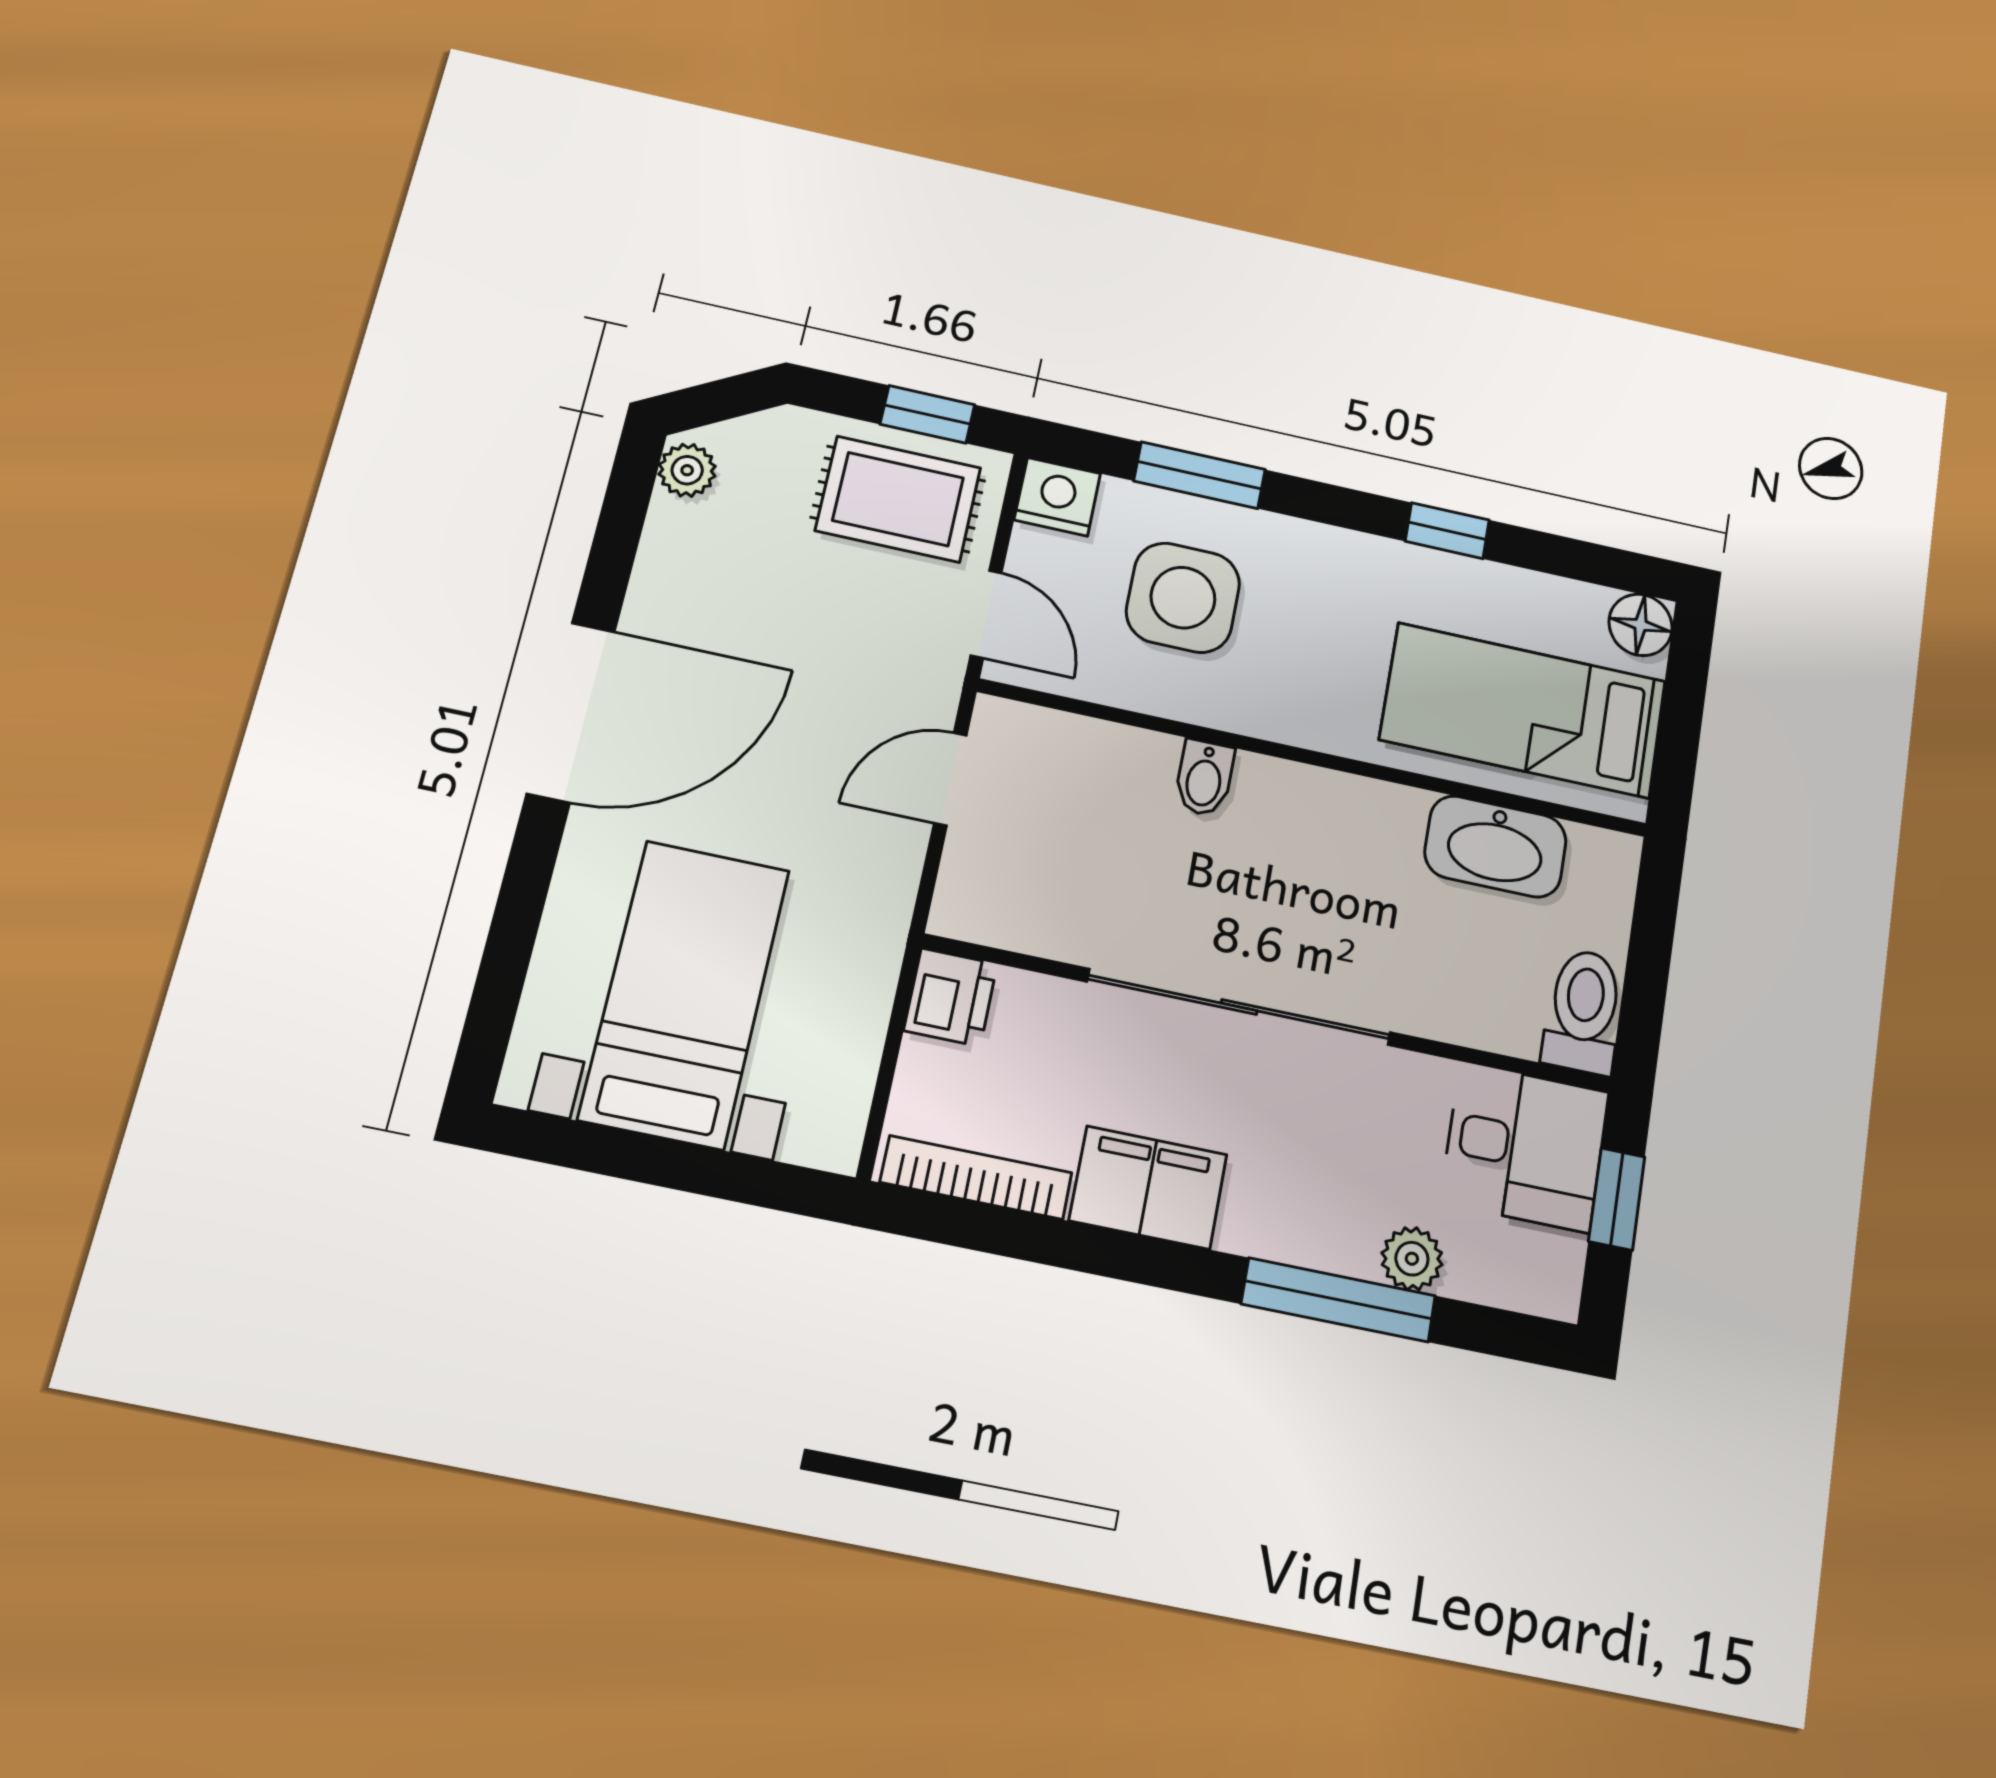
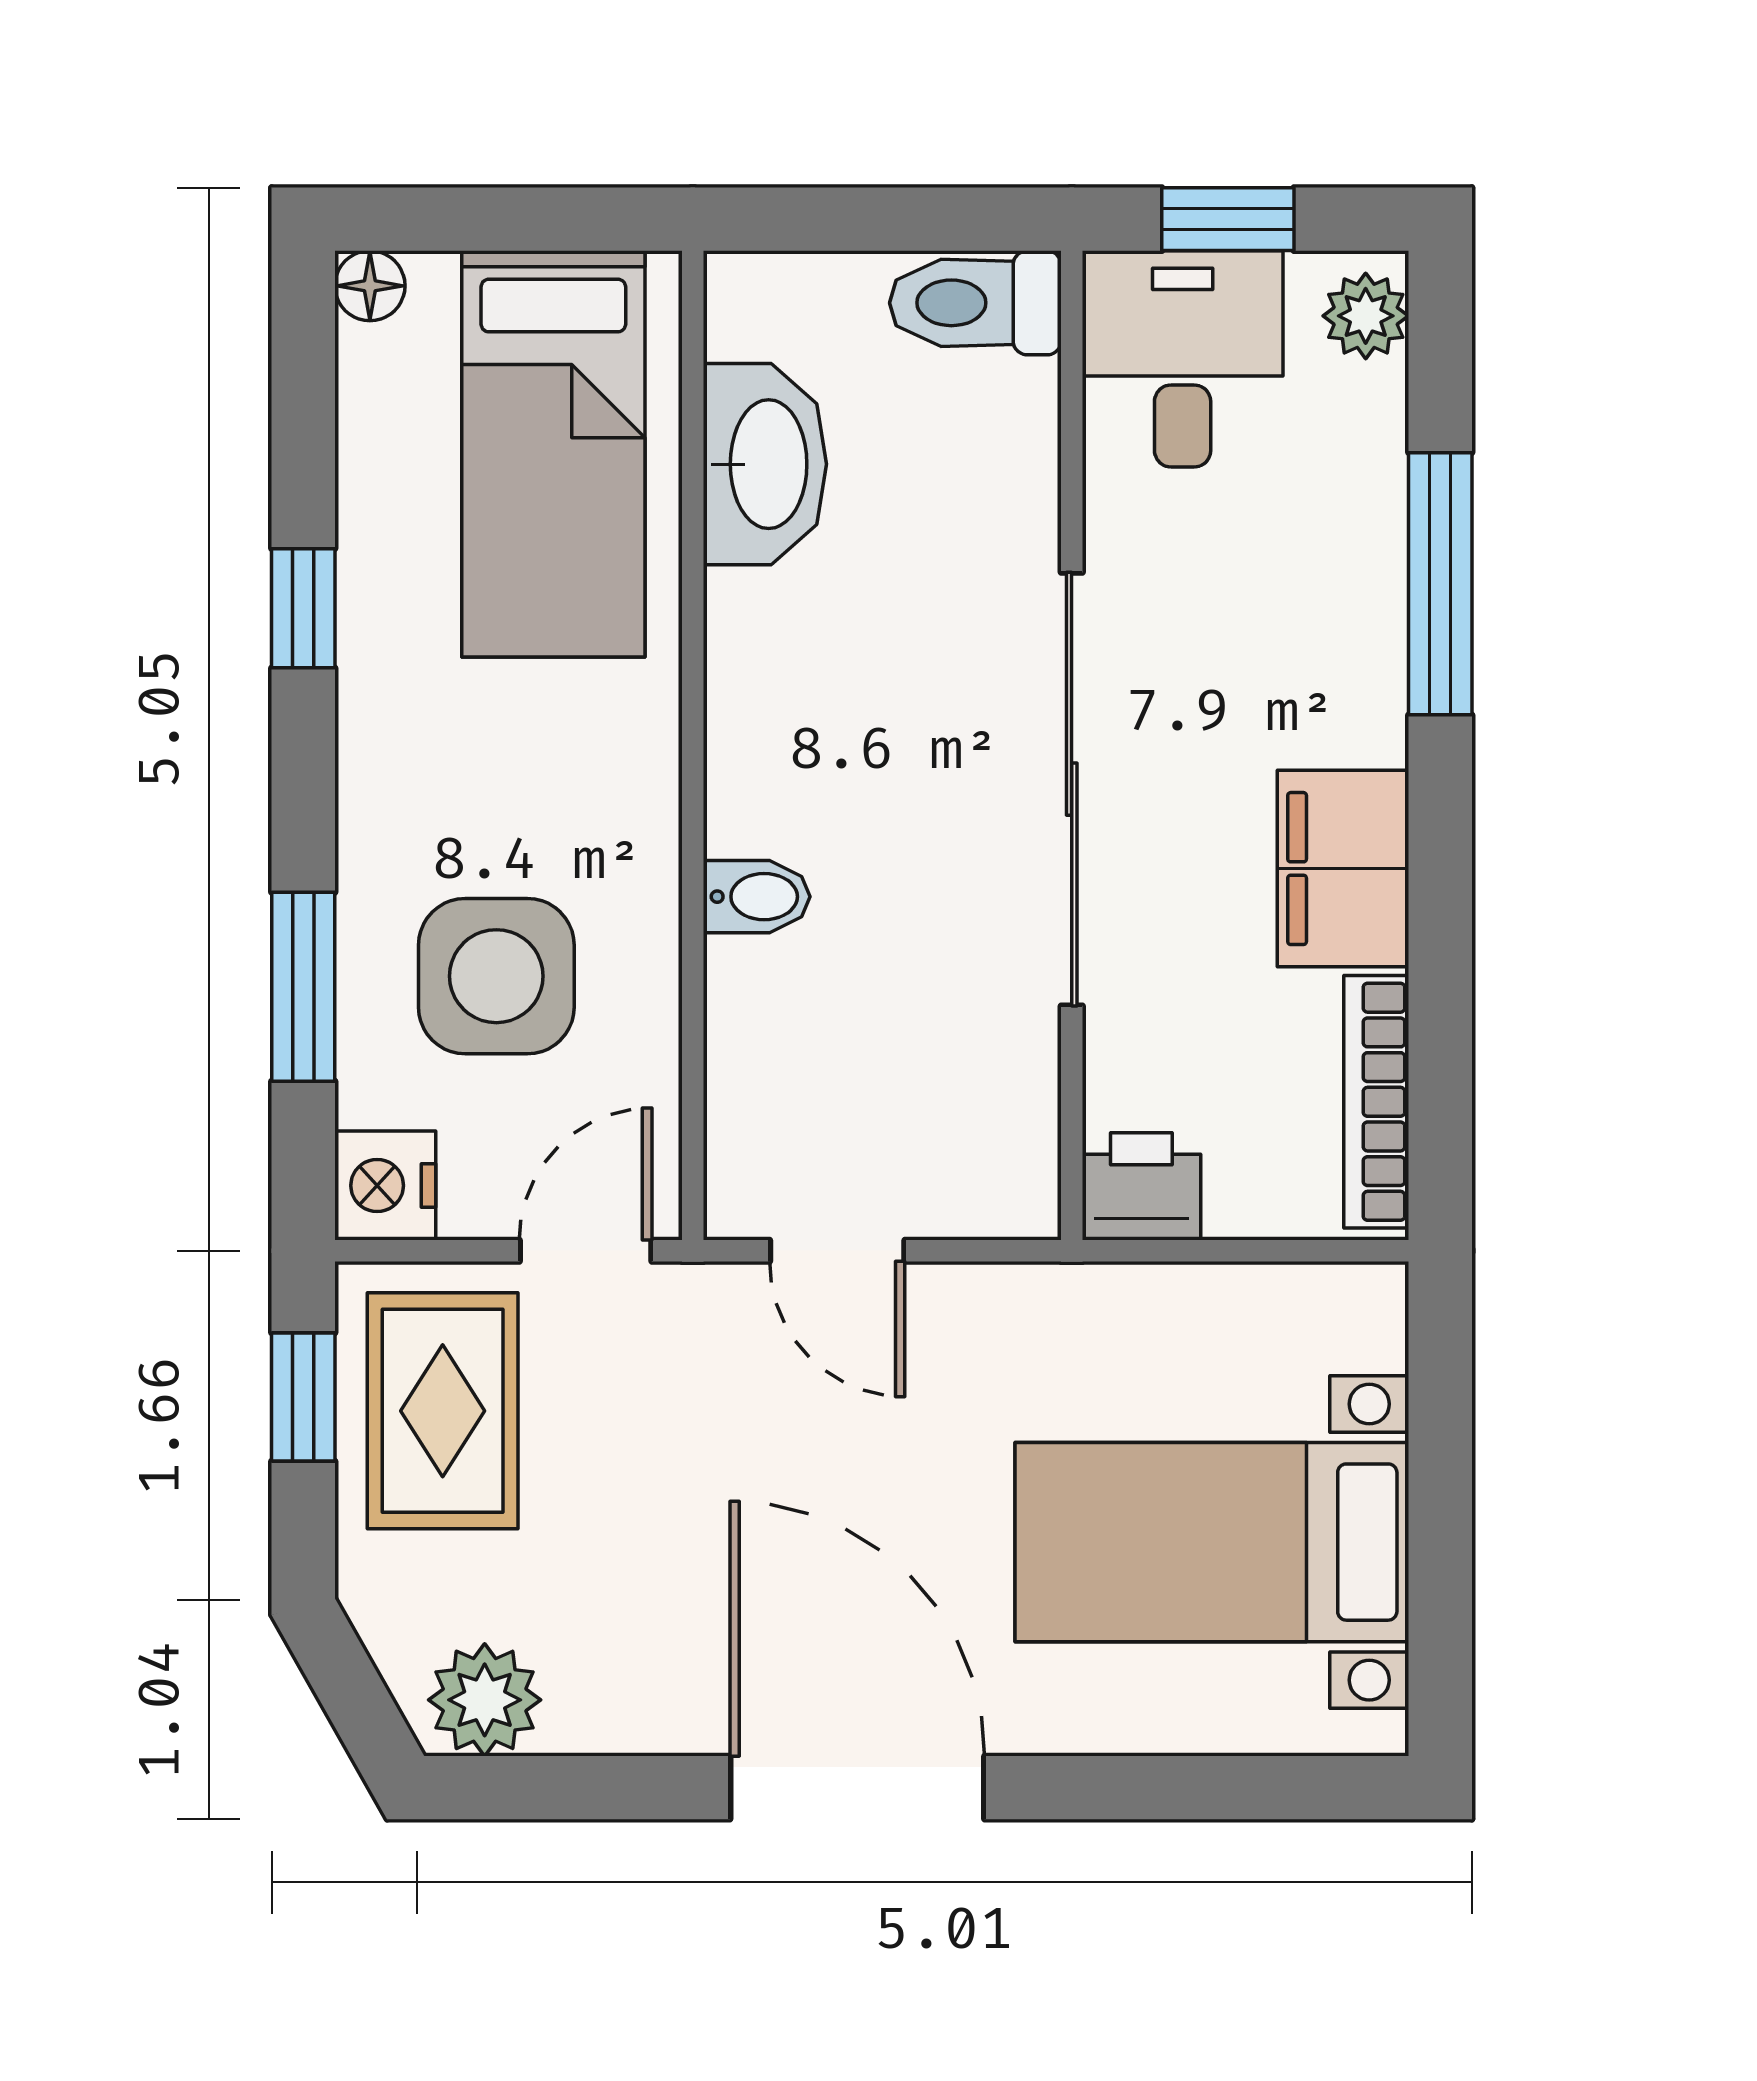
plant: (687, 470) -> (485, 1700), width x1.38, depth x1.38
floor lamp: (1640, 625) -> (370, 286), width x0.73, depth x0.73
plant: (1412, 1259) -> (1366, 316), moved

